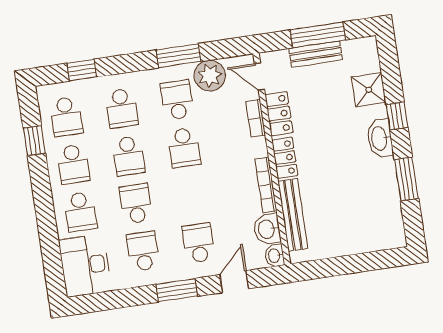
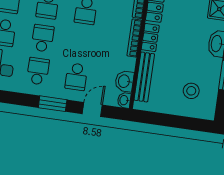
bookcase: (266, 185) -> (134, 38), moved
stool: (364, 215) -> (191, 91), added
school desk: (198, 243) -> (76, 77), turned 180

